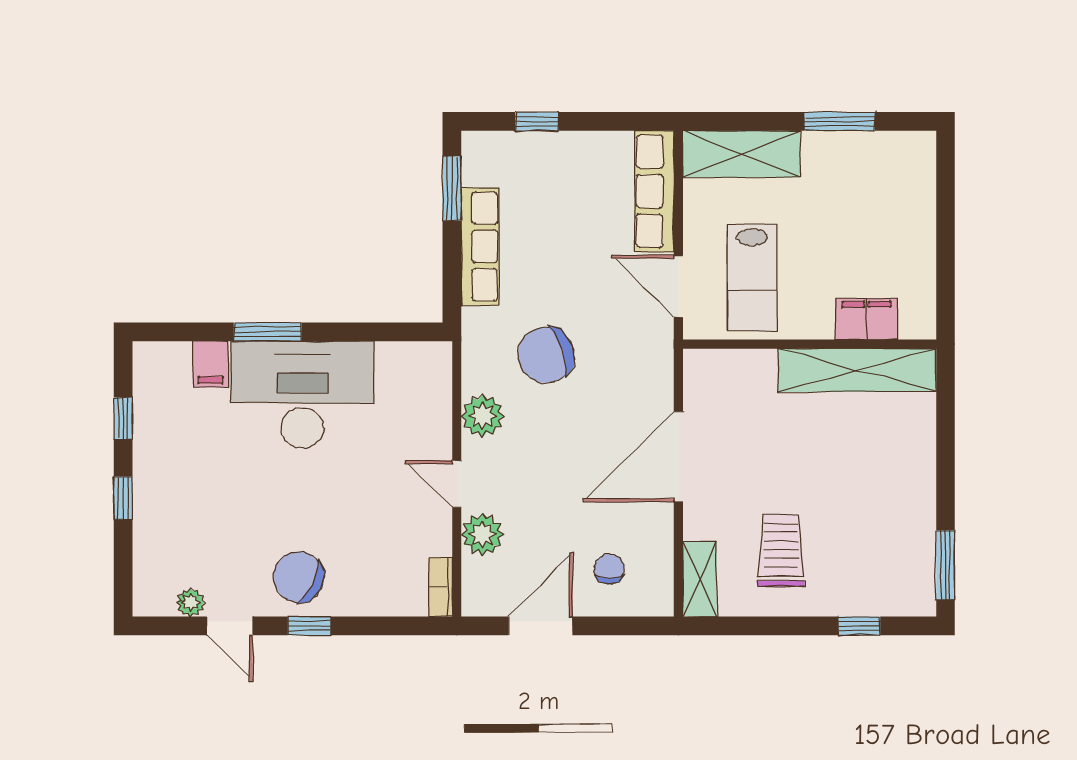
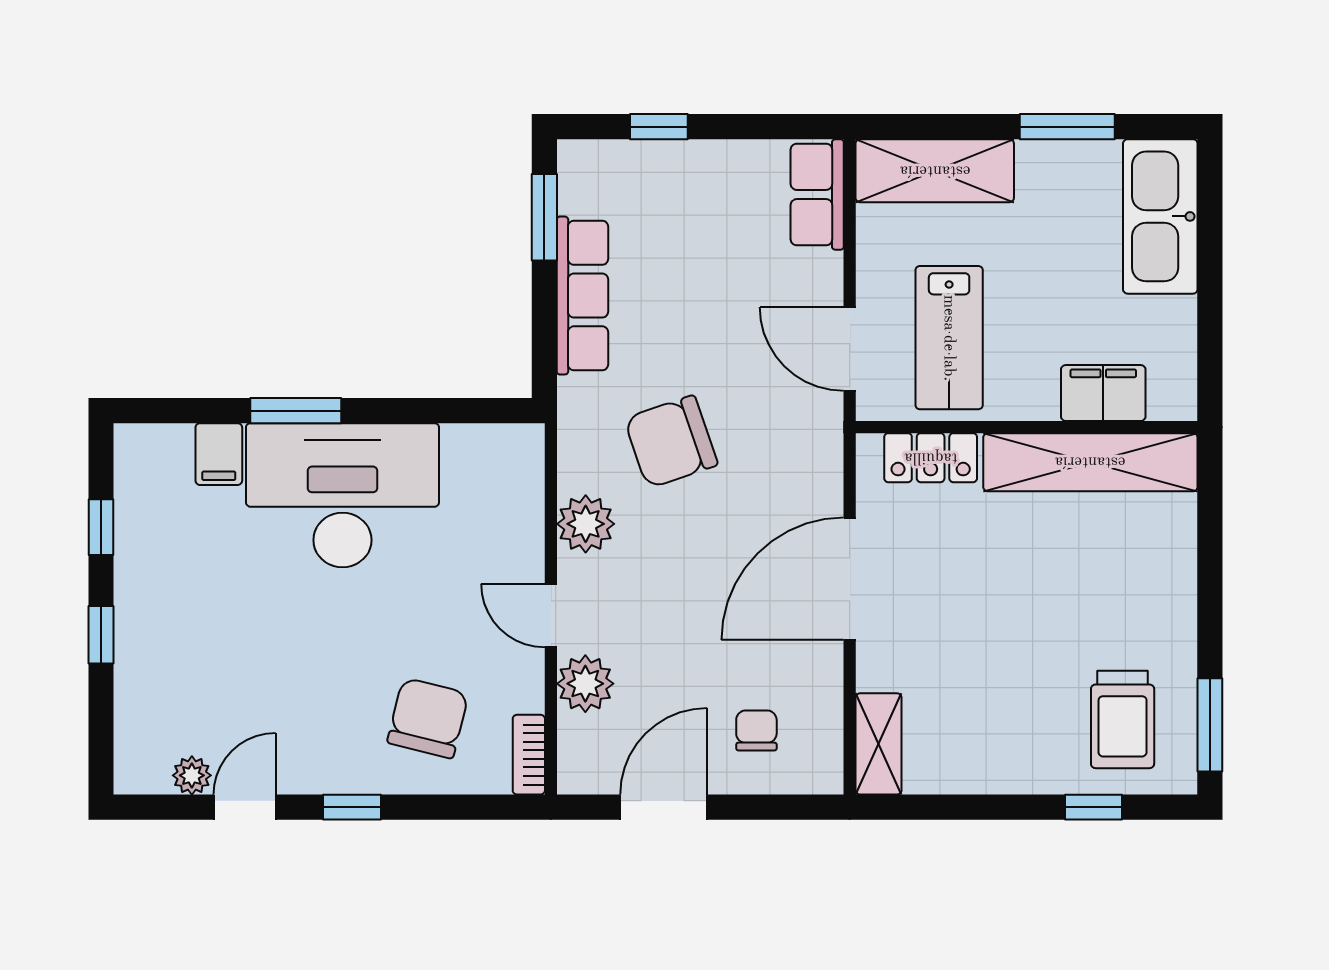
kitchen sink: (909, 188) -> (1160, 216), added
row of seats: (654, 191) -> (817, 194), width x0.68
locker: (738, 367) -> (931, 458), added
trolley: (781, 550) -> (1123, 720), moved, turned 180
chair: (299, 577) -> (428, 718), moved, turned 77
door: (230, 626) -> (245, 807), swing flipped

